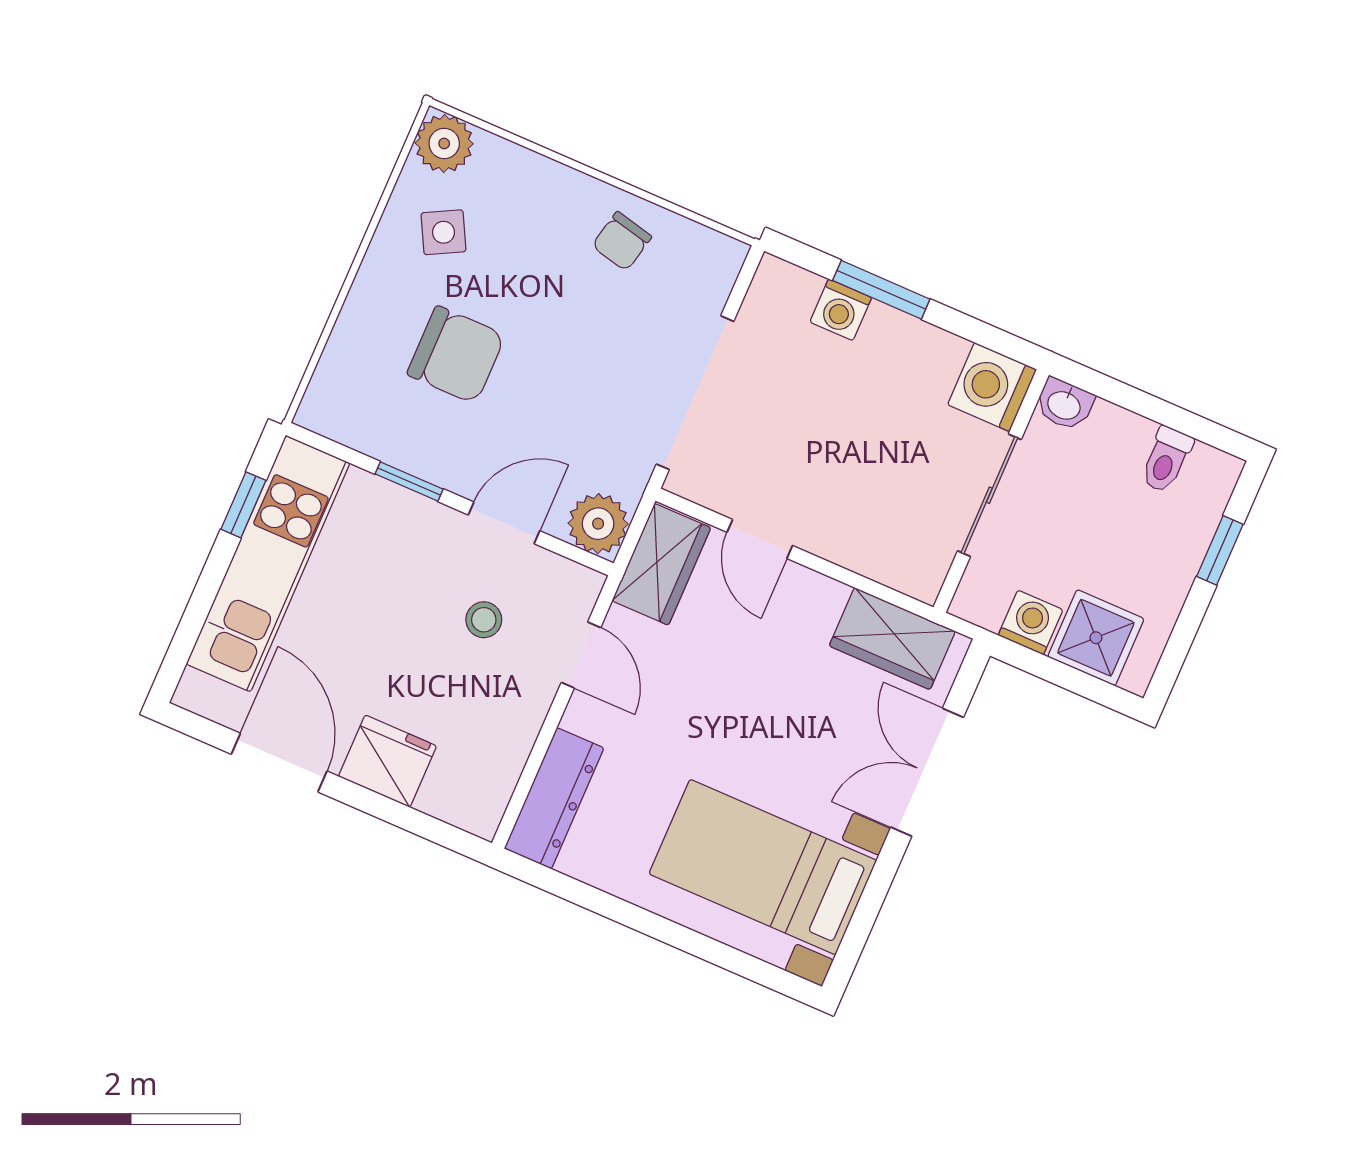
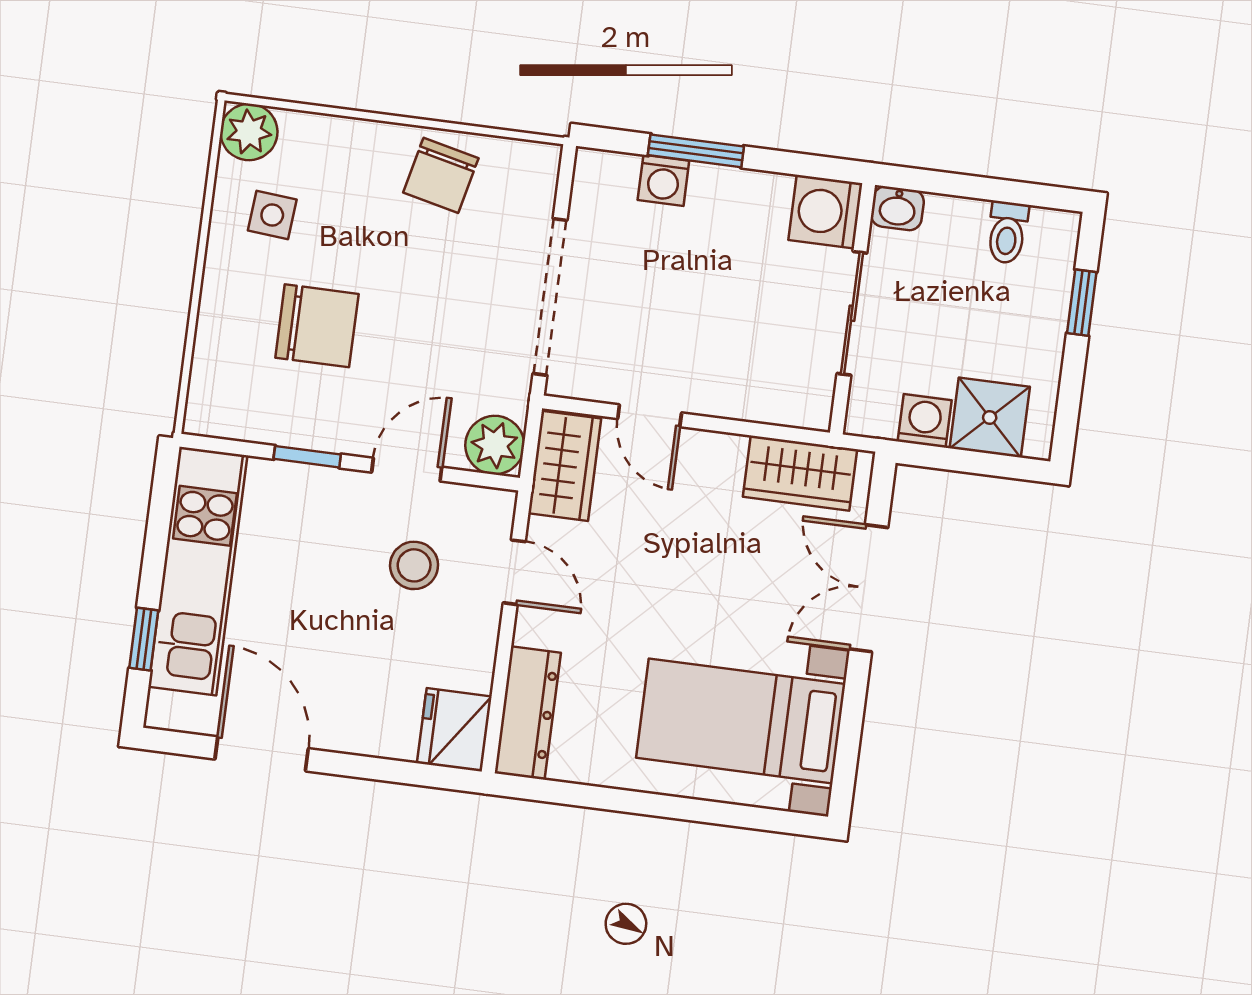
side table: (443, 232) -> (272, 215), turned 33
chair: (622, 241) -> (441, 175), width x1.37, depth x1.37
window: (243, 505) -> (144, 639), moved
stool: (484, 620) -> (414, 565), width x1.37, depth x1.37
fridge: (387, 761) -> (454, 730), moved, turned -90

